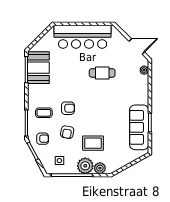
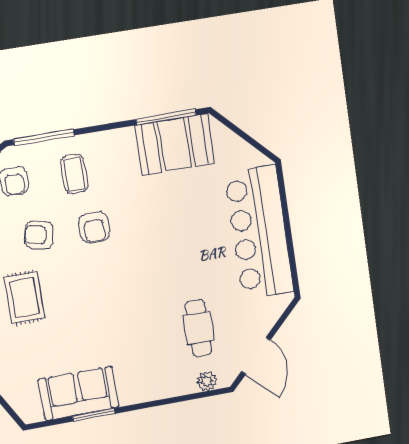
cafe table: (102, 73) -> (199, 328), moved
sofa: (139, 127) -> (79, 393), width x0.73

